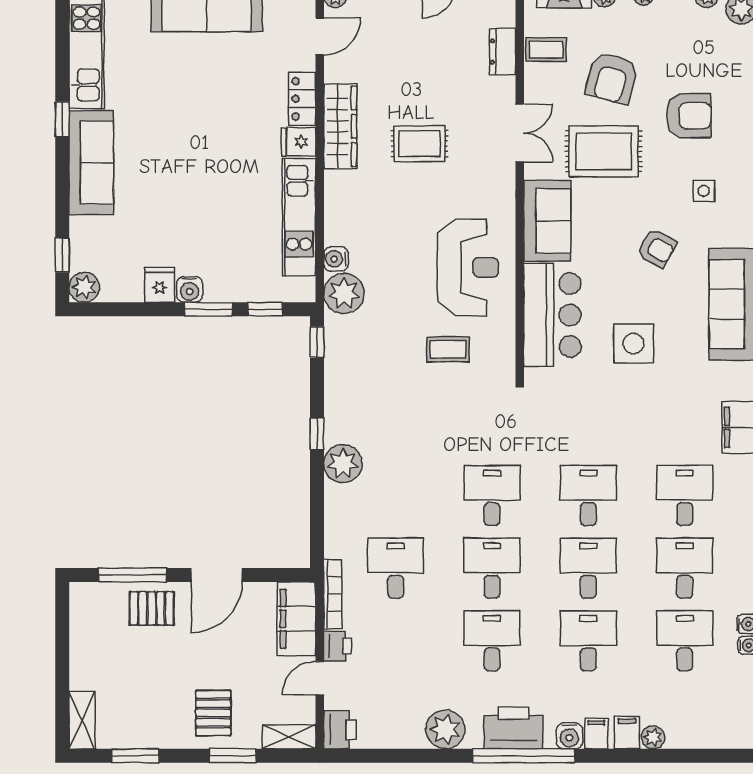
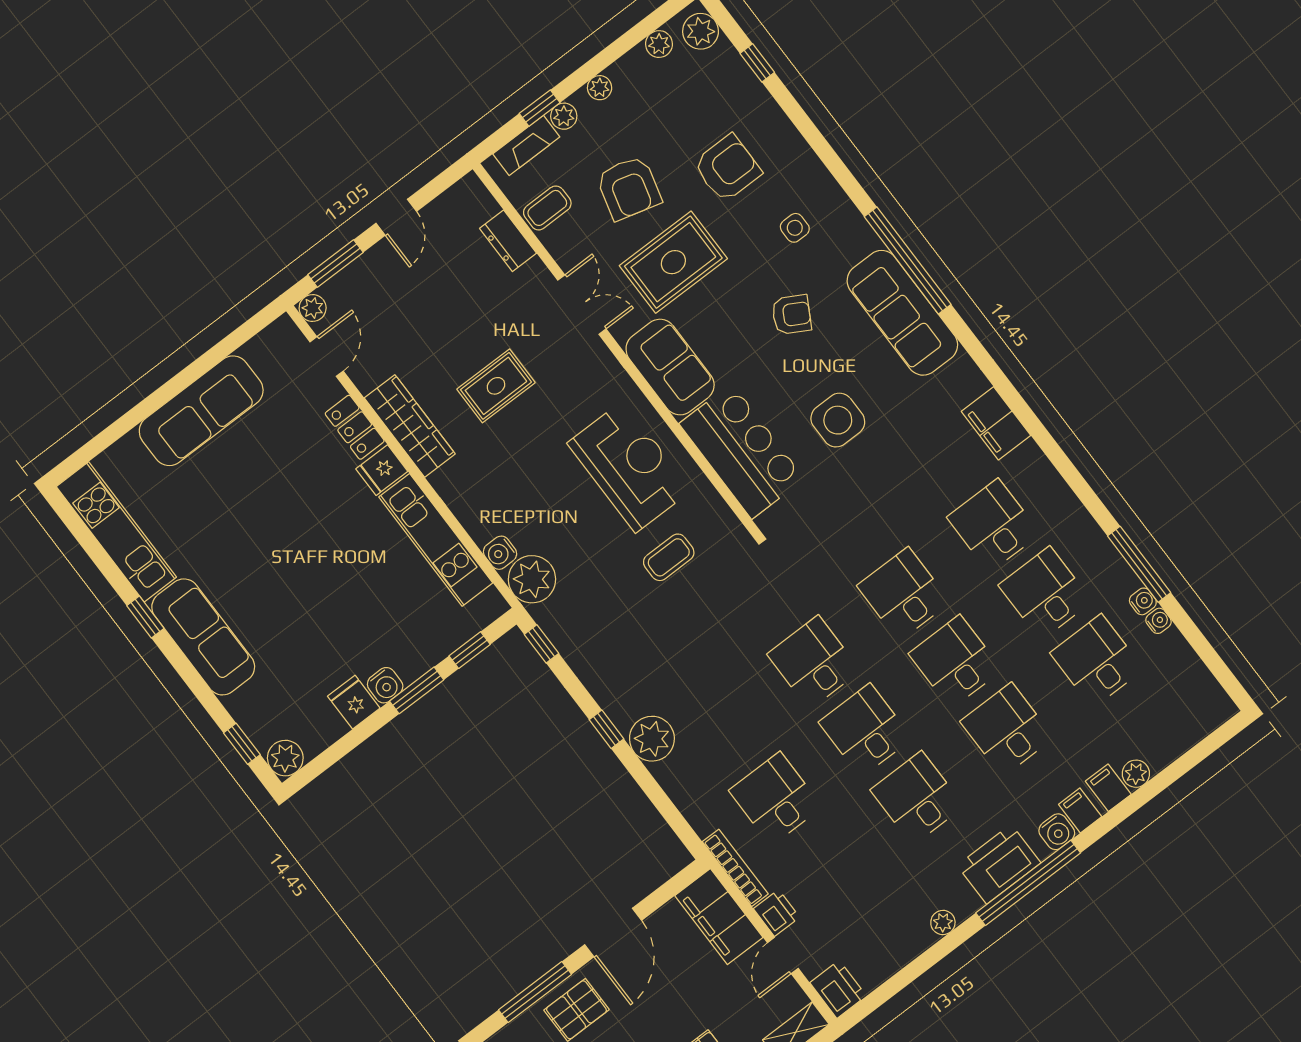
plant: (445, 729) -> (943, 923), width x0.53, depth x0.53

